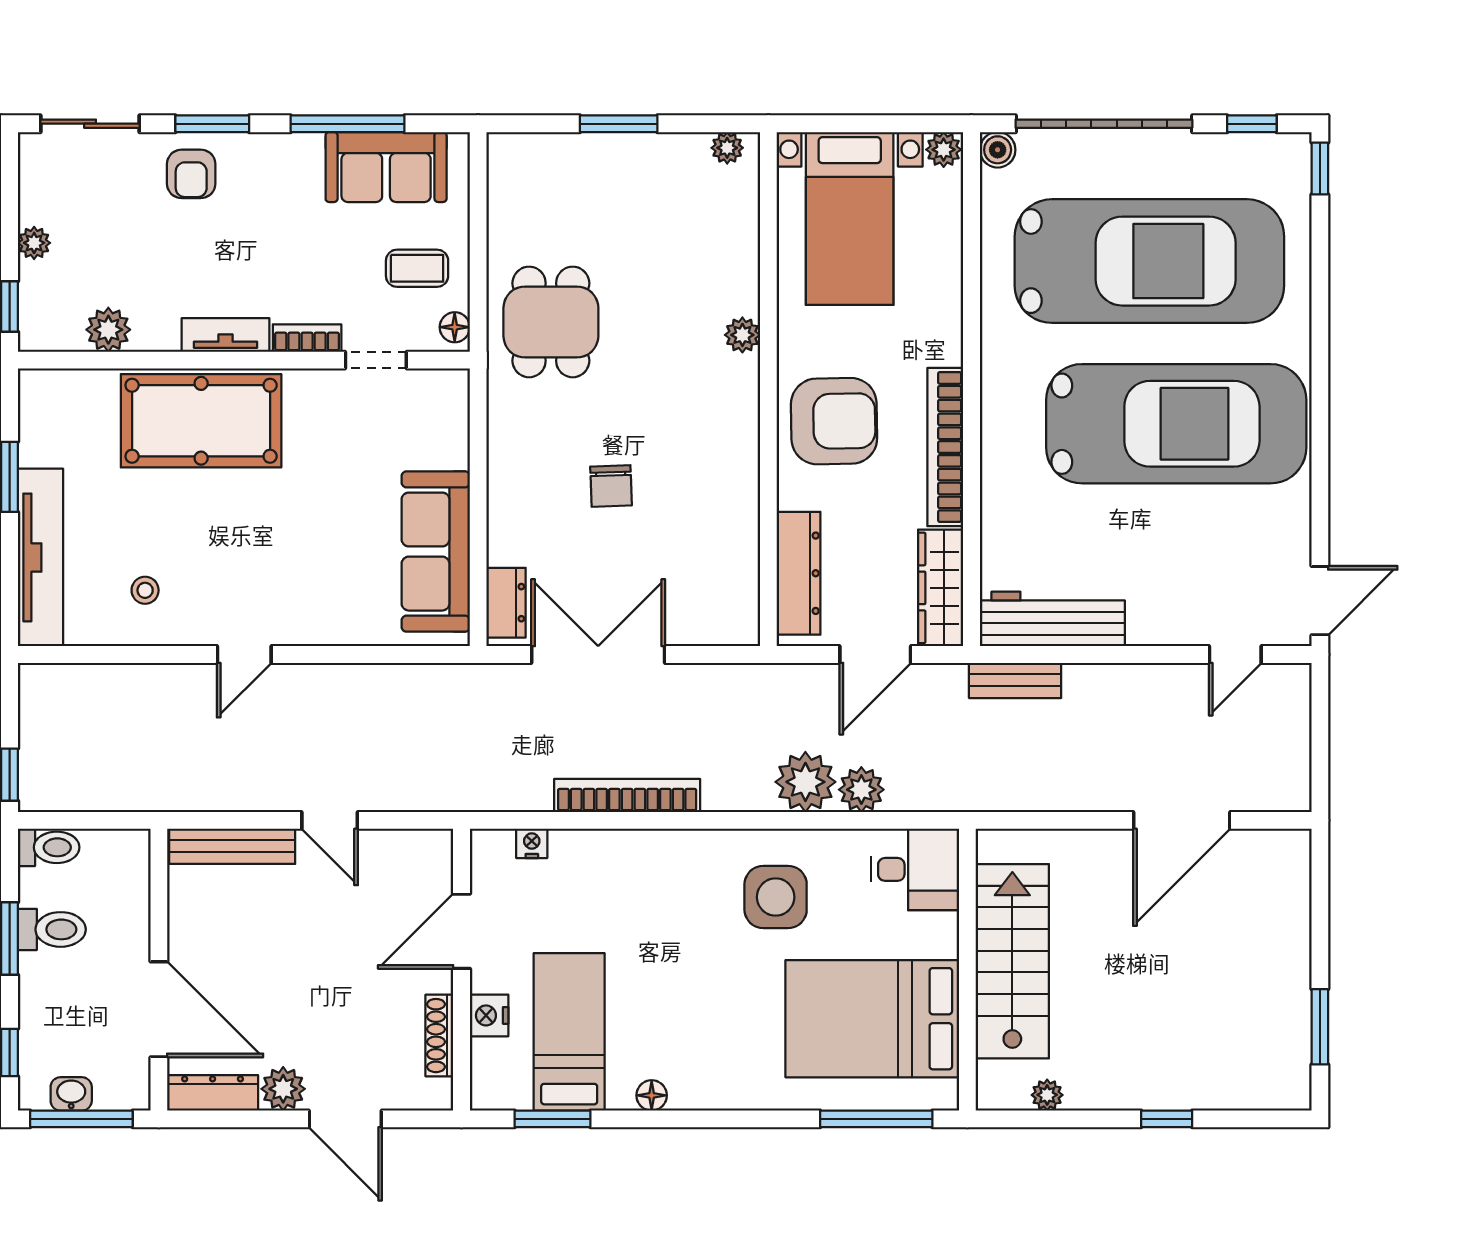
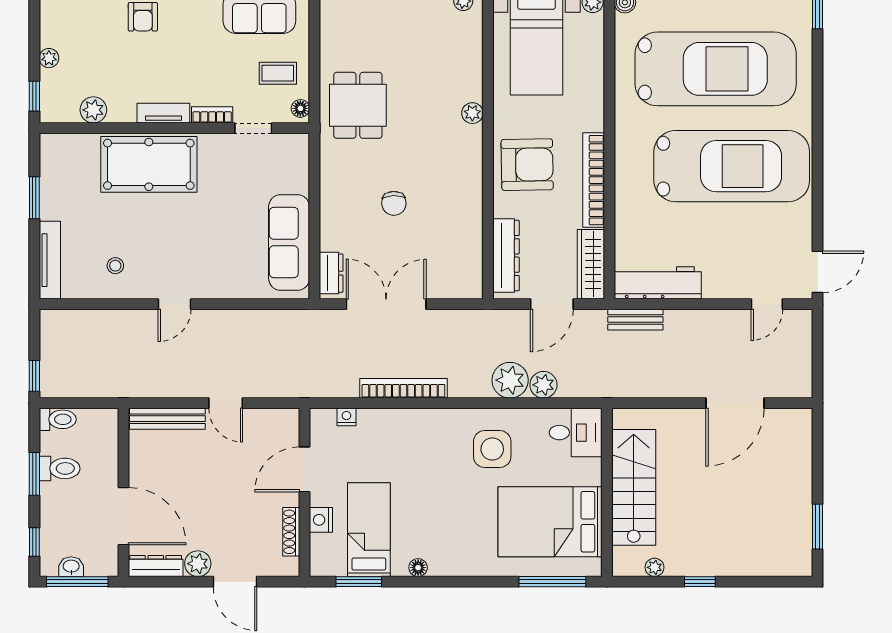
tv unit: (41, 557) -> (50, 260), width x0.73, depth x0.78
window: (1167, 1119) -> (700, 582), moved

